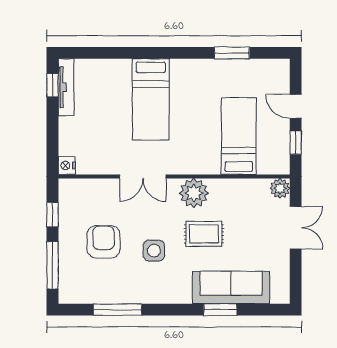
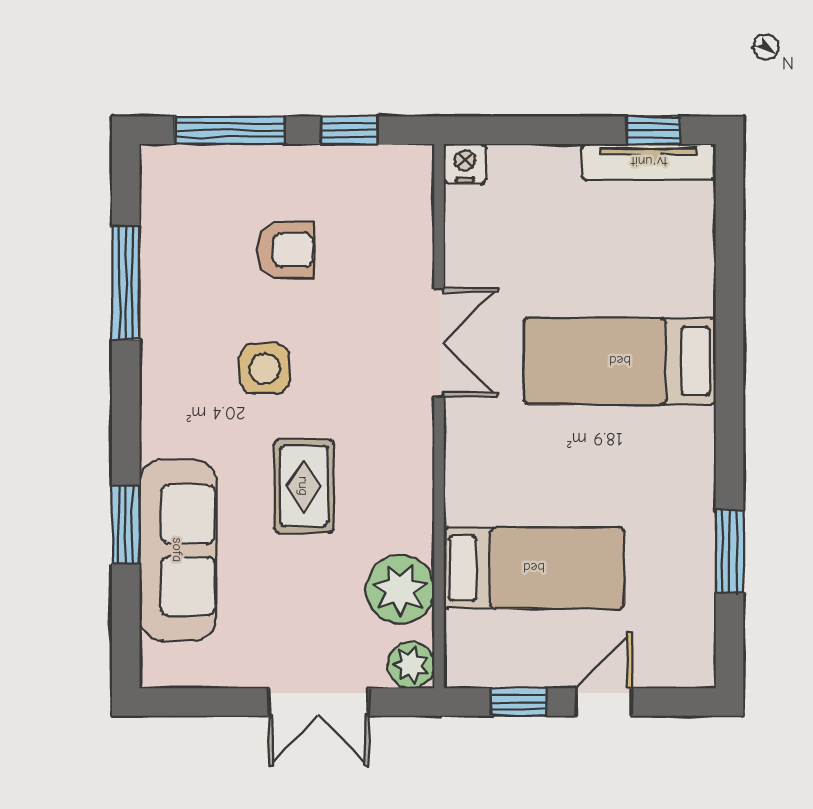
double door: (143, 176) -> (439, 342), swing flipped
plant: (194, 193) -> (400, 590), moved
armchair: (103, 242) -> (285, 250), width x0.72, depth x0.72

